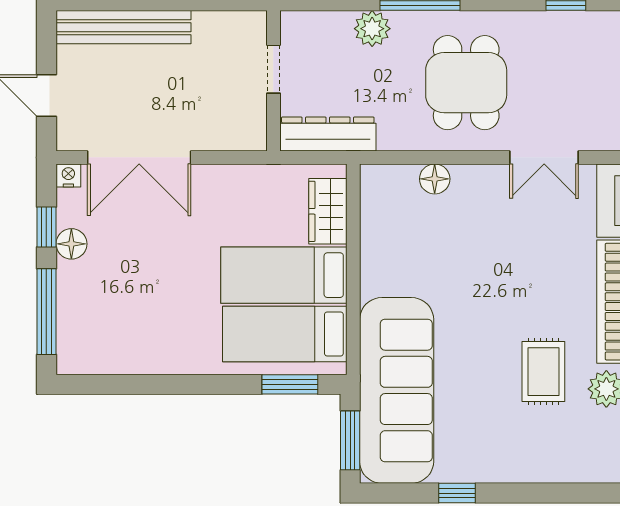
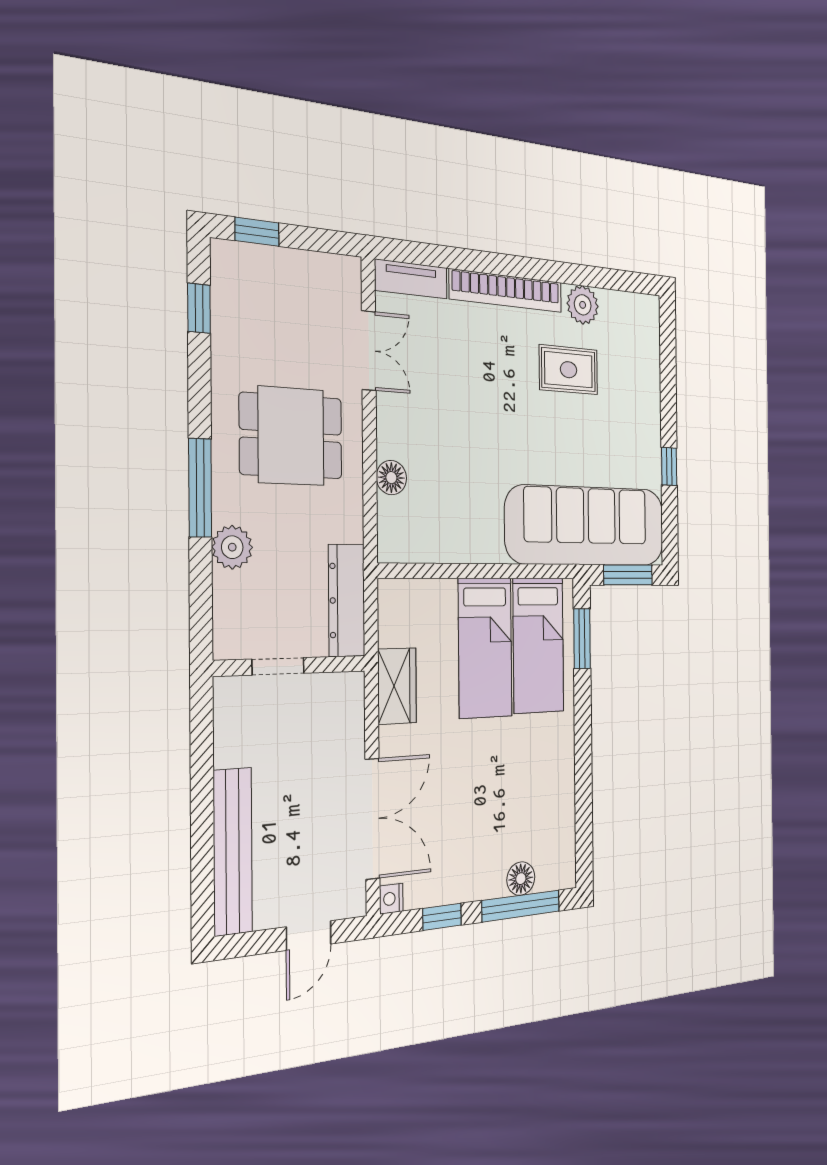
wardrobe: (328, 211) -> (397, 686), moved, turned -90
floor lamp: (71, 244) -> (521, 879), moved

